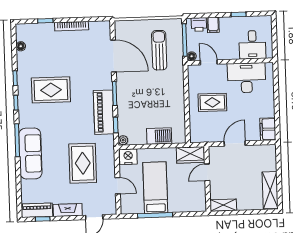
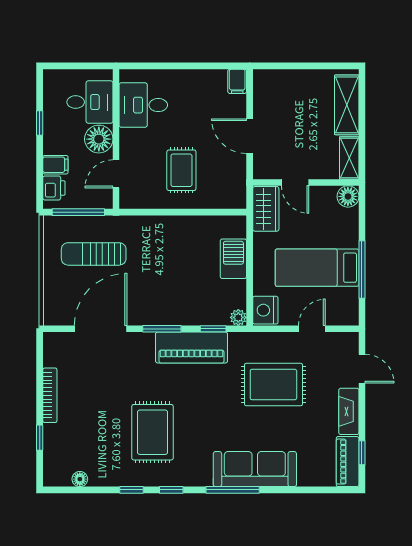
floor lamp: (192, 56) -> (99, 139), moved, width x1.89, depth x1.89
desk: (246, 78) -> (143, 105), width x0.73
filing cabinet: (268, 129) -> (237, 81), width x0.50
shelving: (270, 190) -> (347, 105), moved, turned 90
floor lamp: (200, 205) -> (348, 196), added

